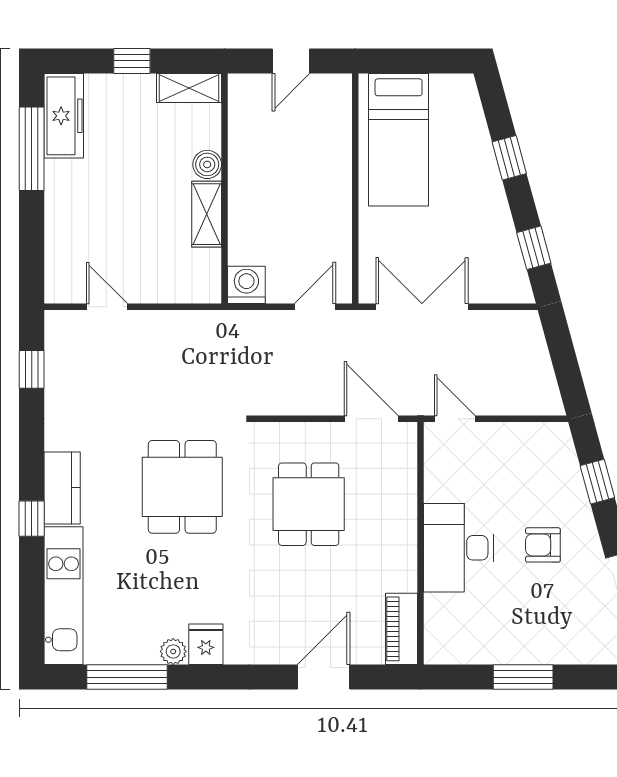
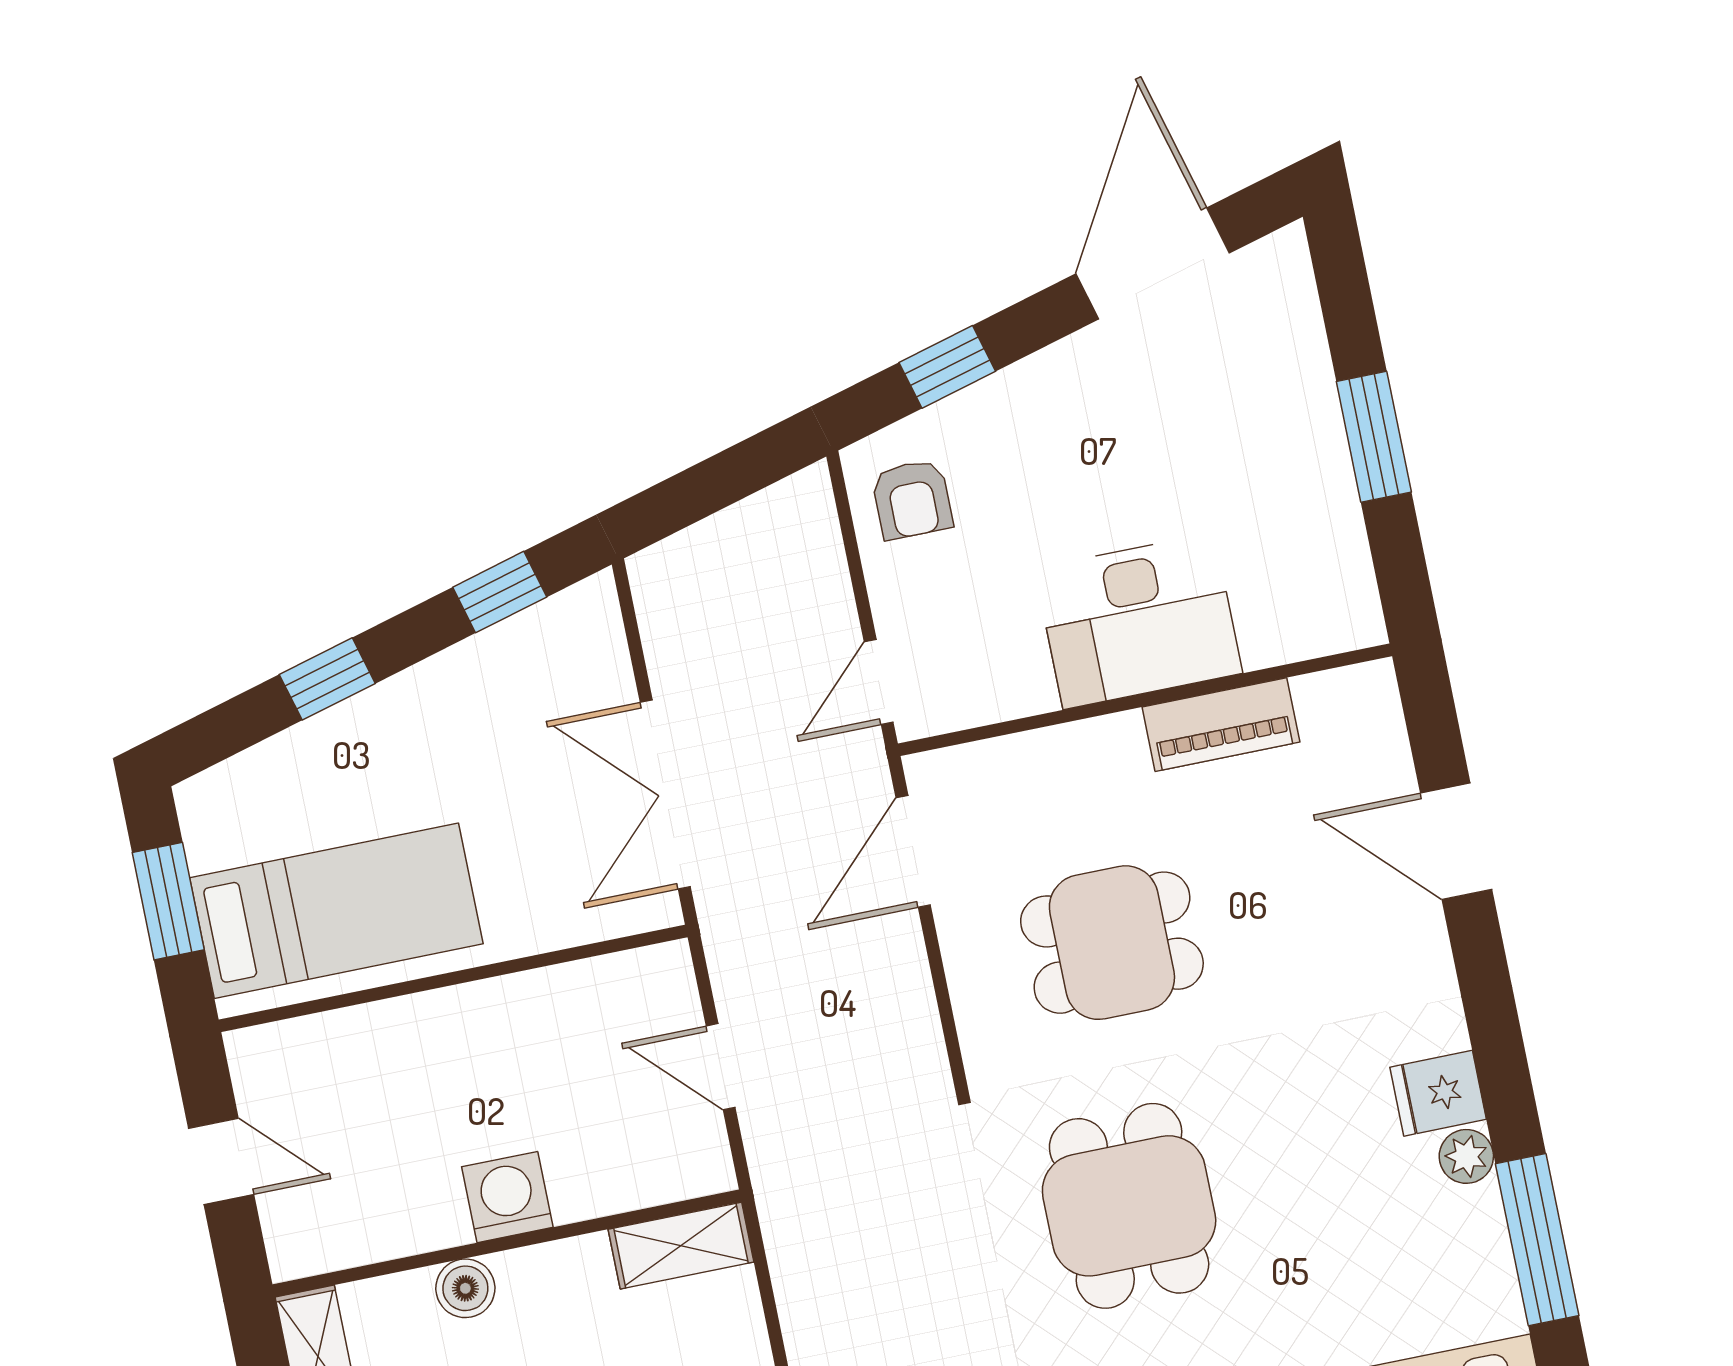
window: (419, 61) -> (168, 901), added
shelving: (207, 214) -> (681, 1246), moved
washing machine: (246, 285) -> (507, 1197), moved, turned 90
door: (315, 307) -> (721, 1067), moved
dining table: (182, 487) -> (1129, 1206), turned 90
armchair: (543, 545) -> (912, 499), moved
piano: (402, 629) -> (1221, 725), moved

